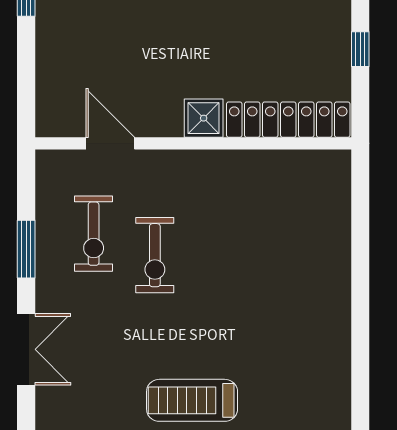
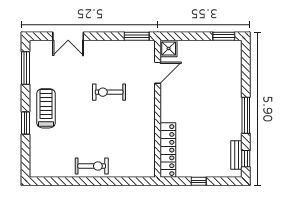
shower: (204, 118) -> (169, 48), moved
exercise bike: (94, 234) -> (92, 166), moved, turned 180
window: (26, 249) -> (137, 36), moved

